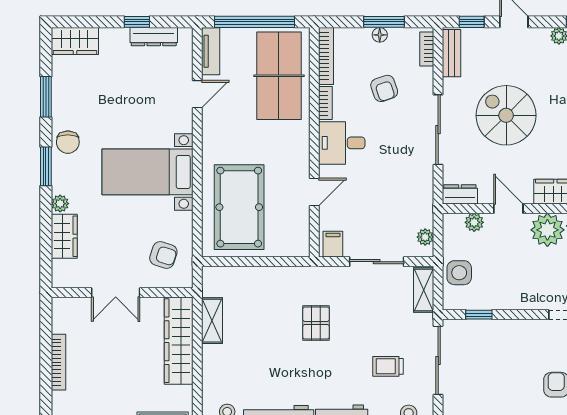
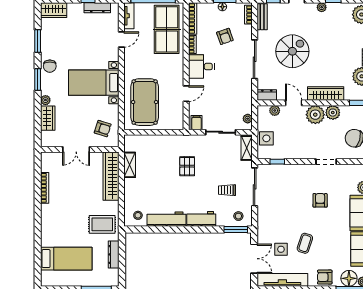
spiral stairs: (506, 115) -> (292, 51), turned 90

